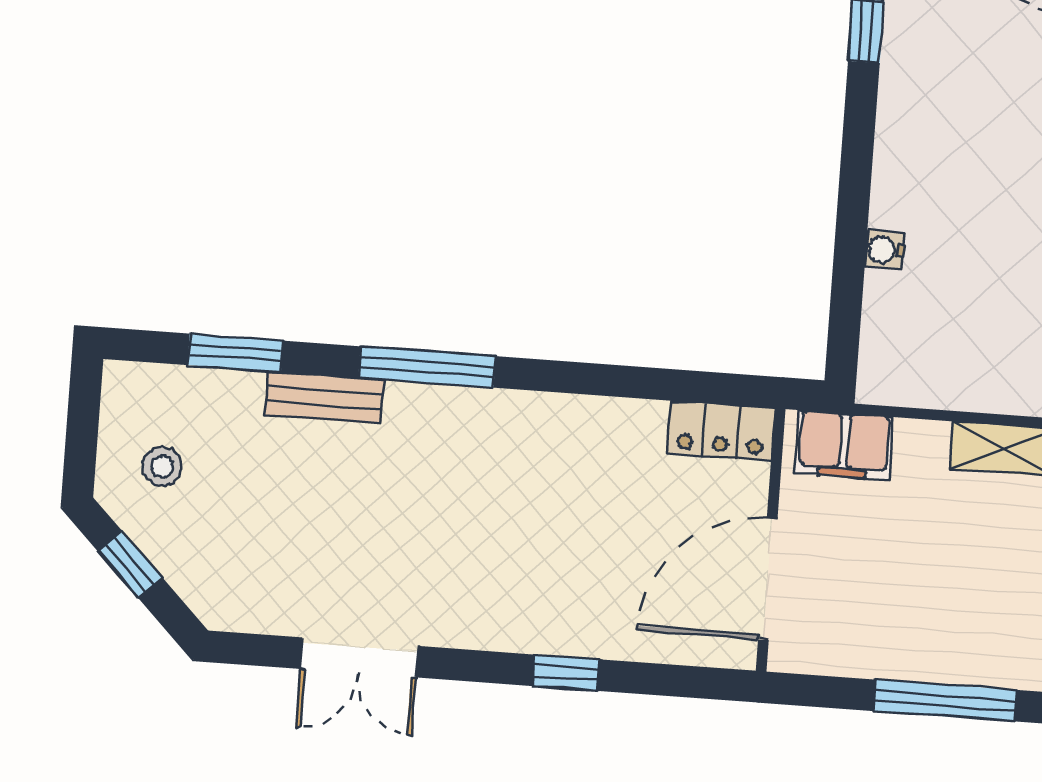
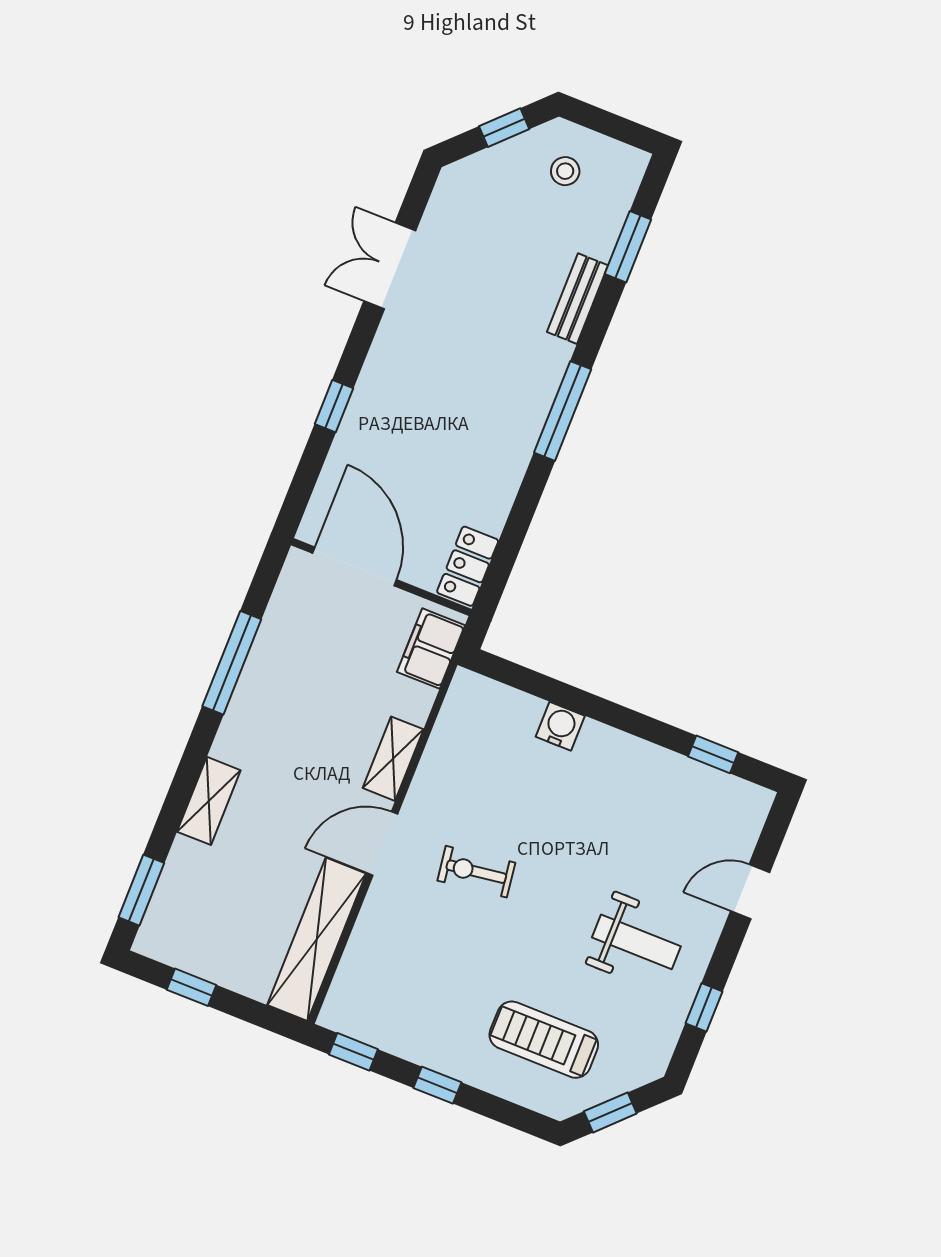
water cooler: (885, 250) -> (560, 726), width x1.38, depth x1.38
window: (427, 367) -> (563, 411), moved

